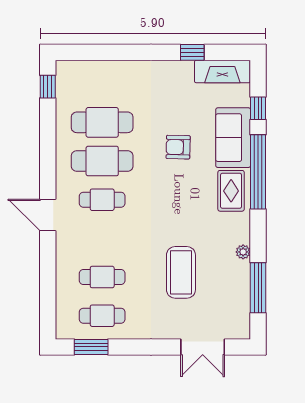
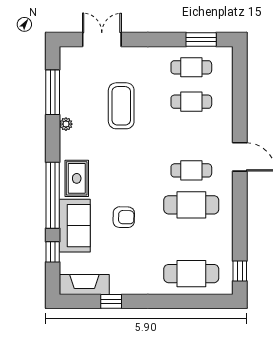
cafe table: (102, 122) -> (191, 274), moved

